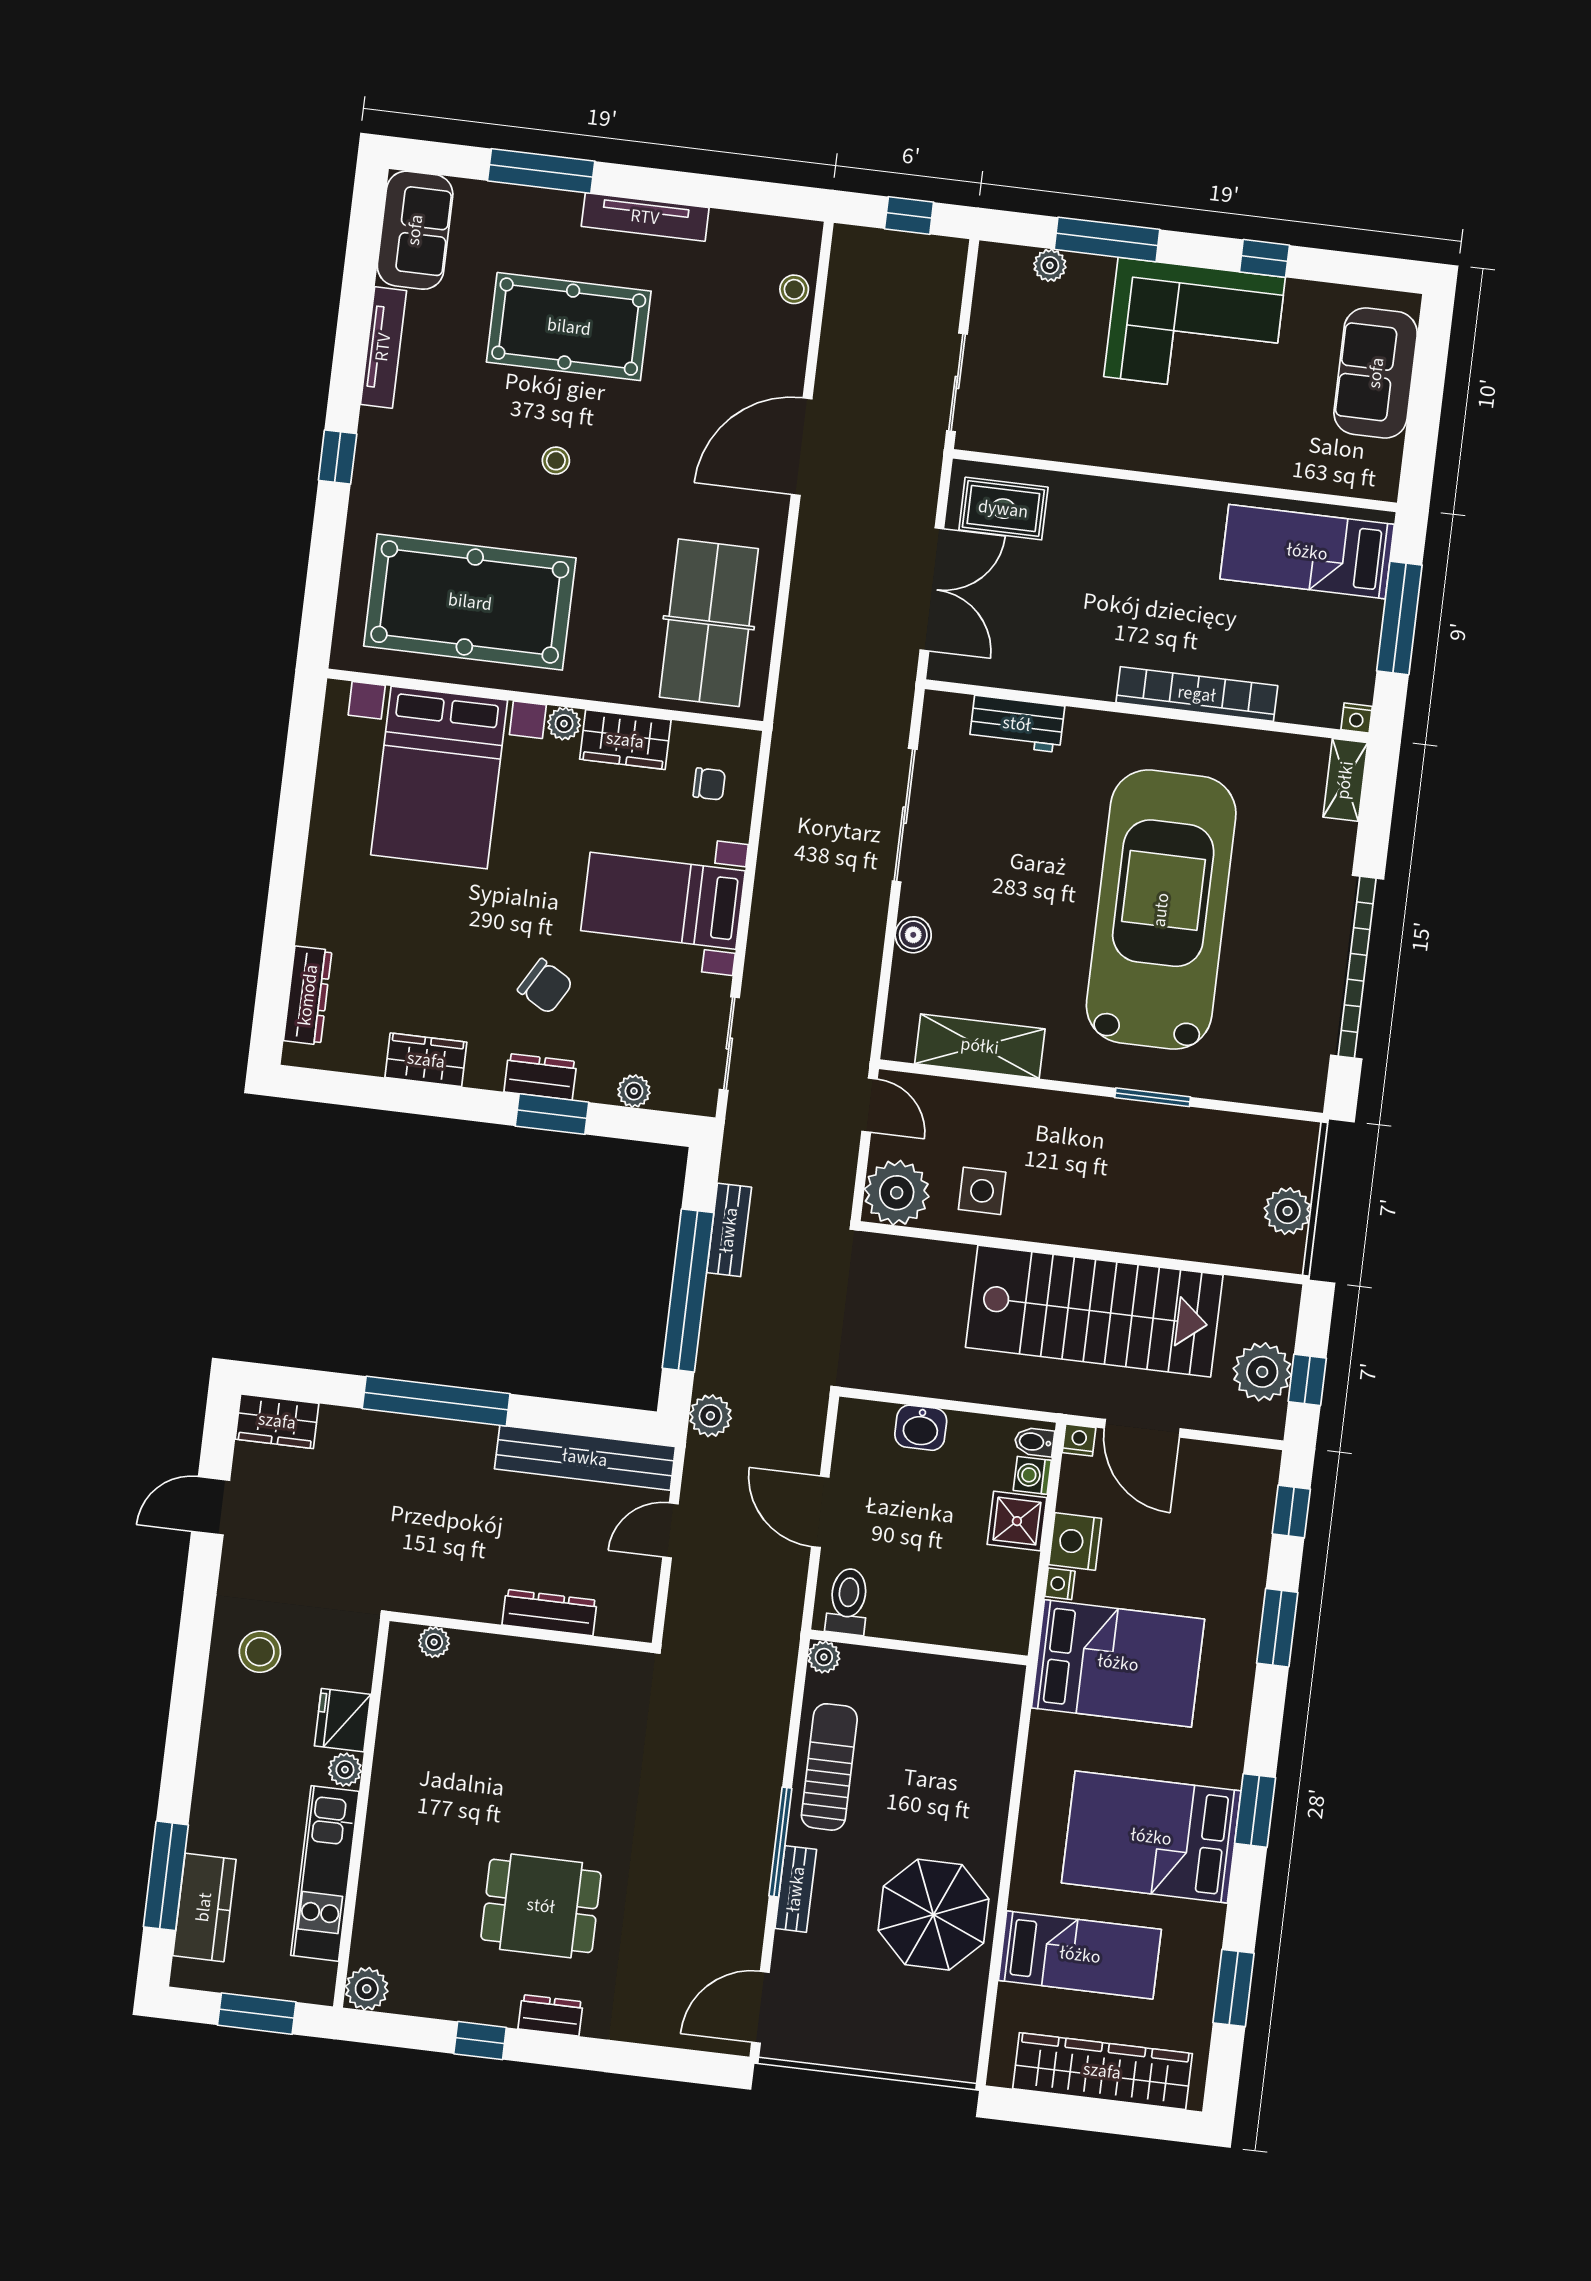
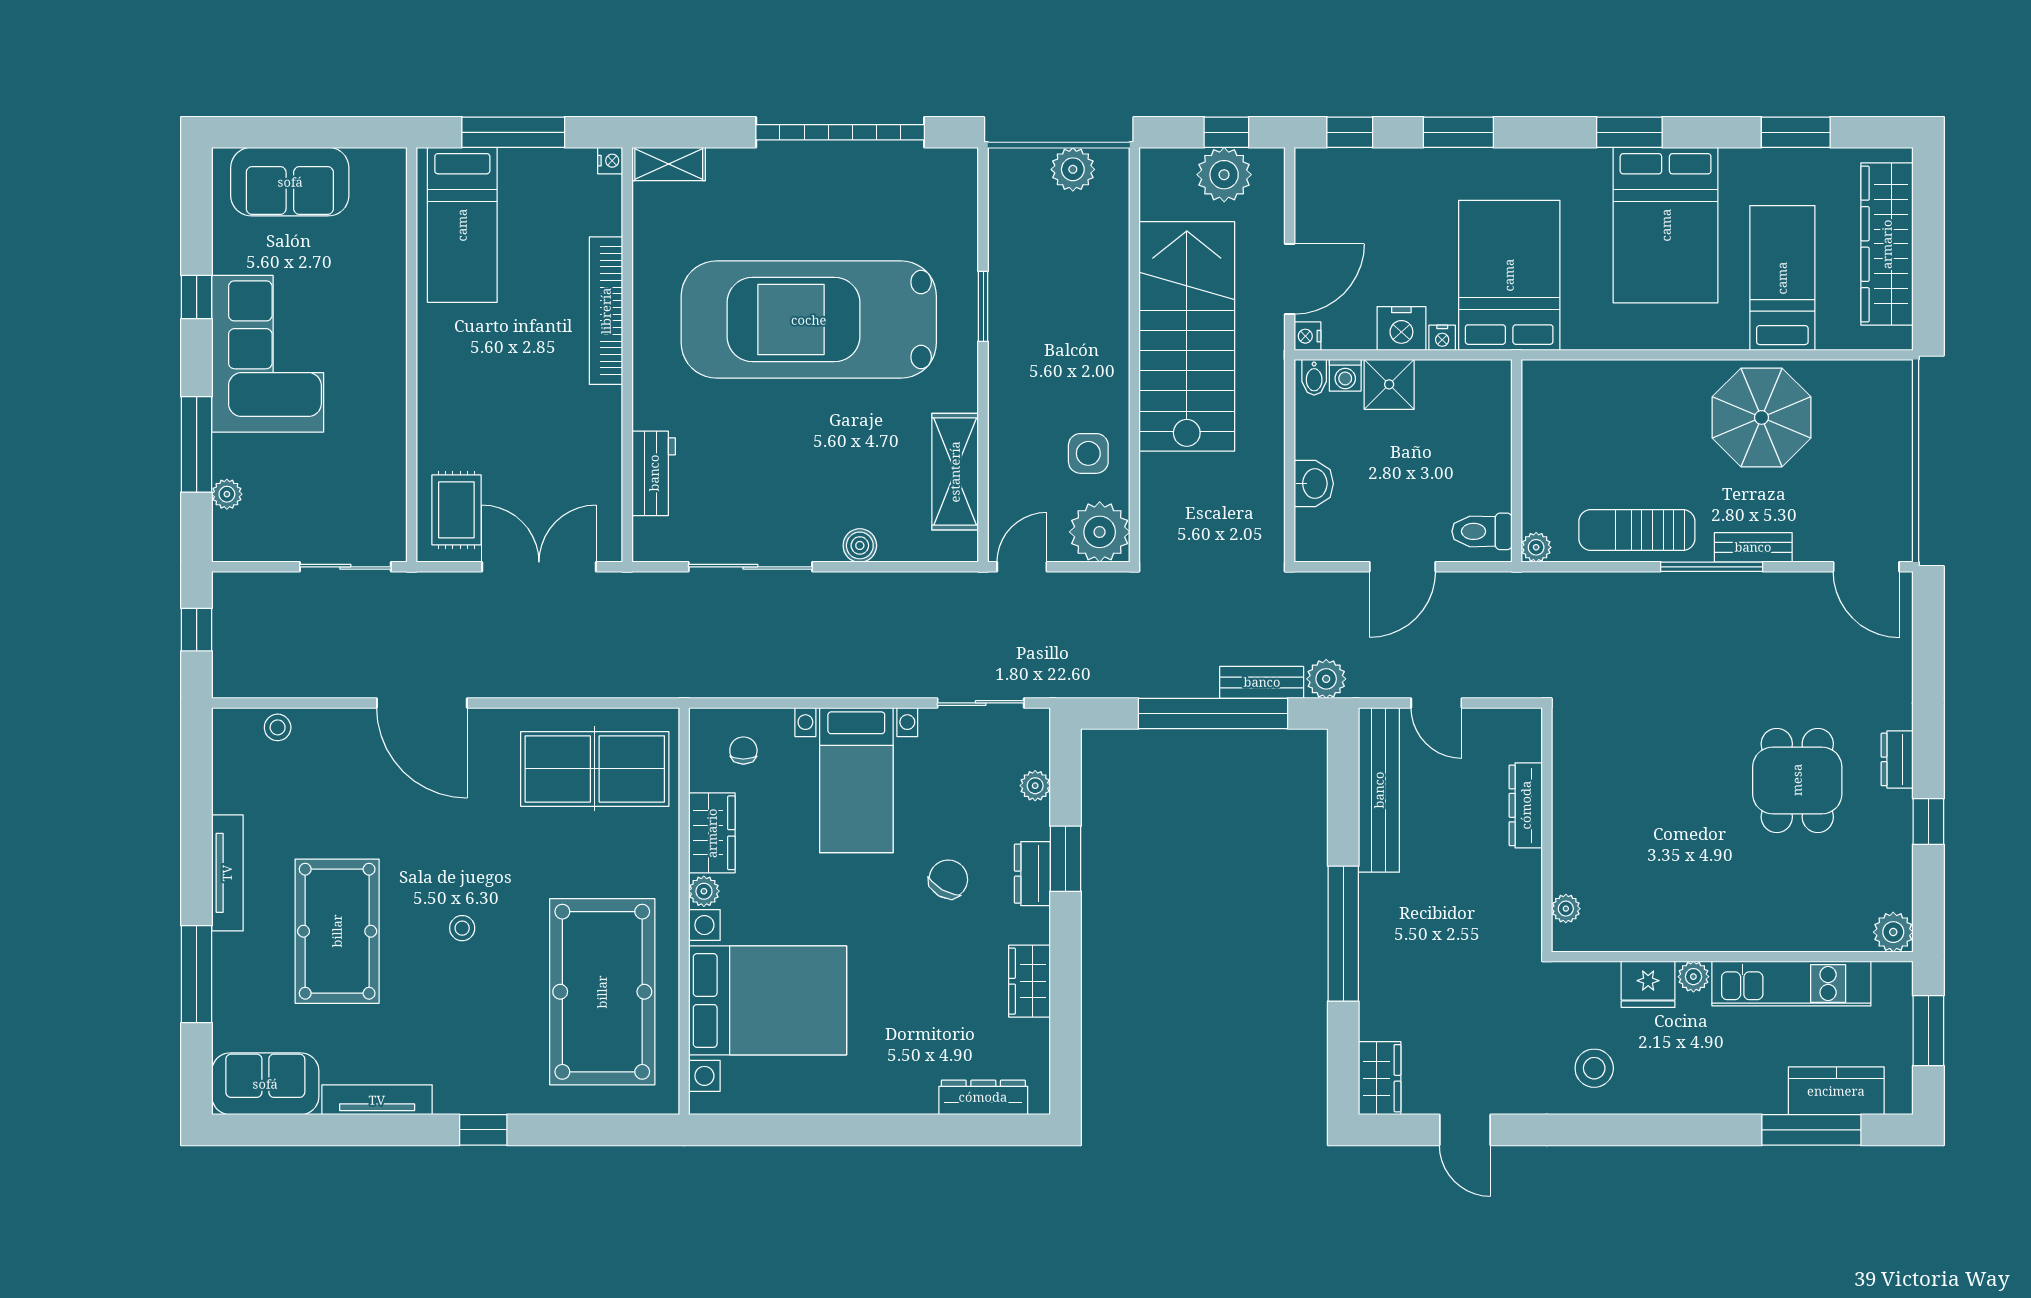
bench: (729, 1230) -> (1262, 682), moved

